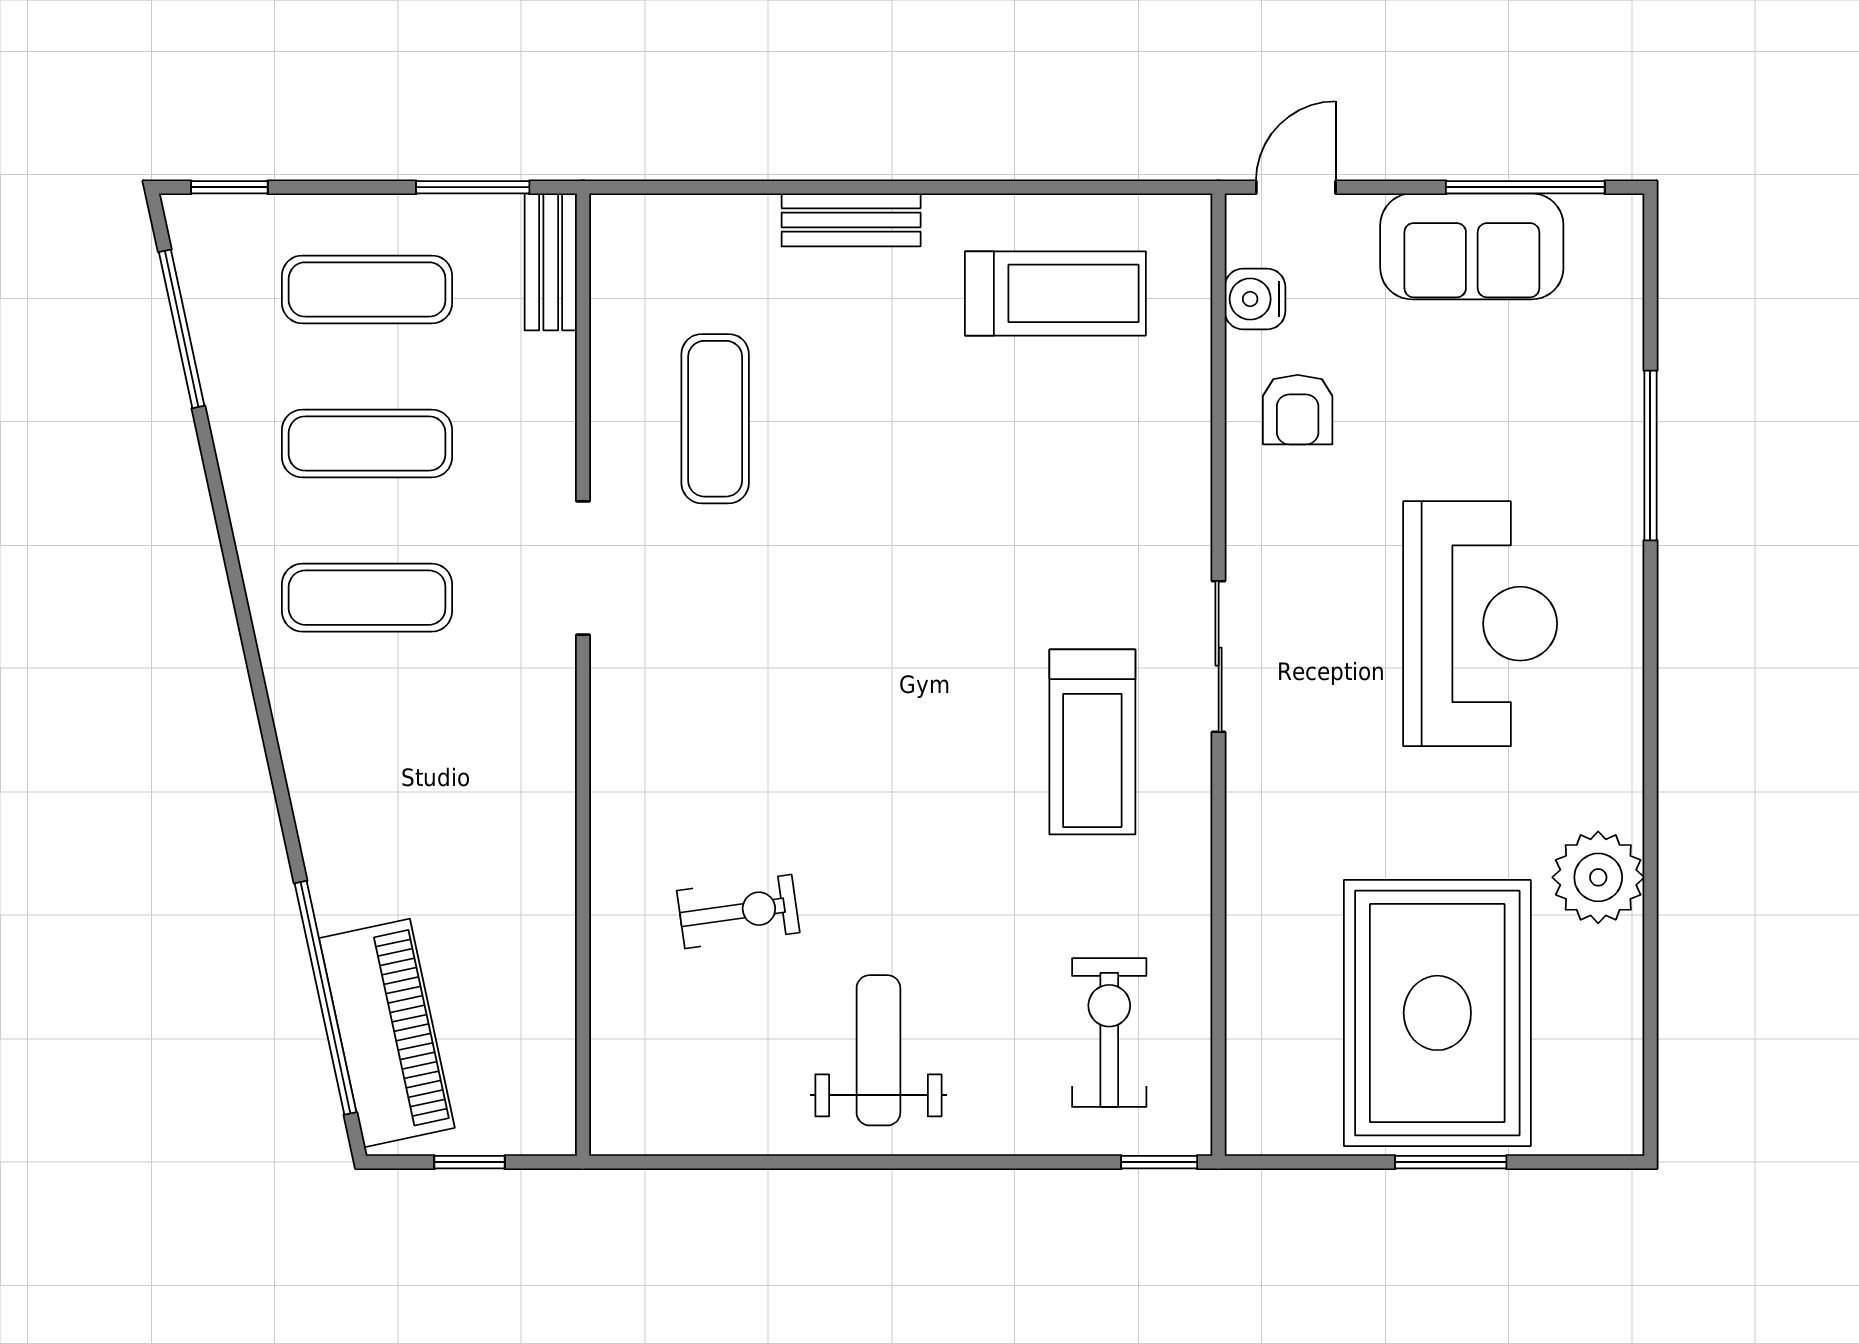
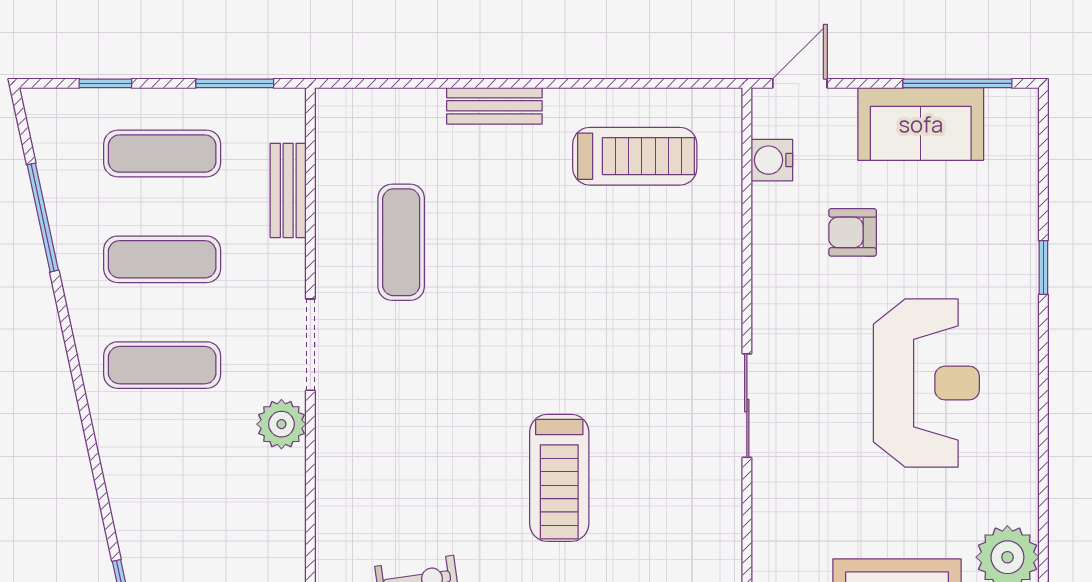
window: (229, 187) -> (105, 83), moved
bench: (551, 262) -> (288, 191), moved
window: (182, 329) -> (43, 218), moved
armchair: (1298, 410) -> (853, 232), moved, turned 90
window: (1650, 455) -> (1043, 267), width x0.46
plant: (541, 684) -> (281, 424), added
treadmill: (1092, 742) -> (559, 478), moved

